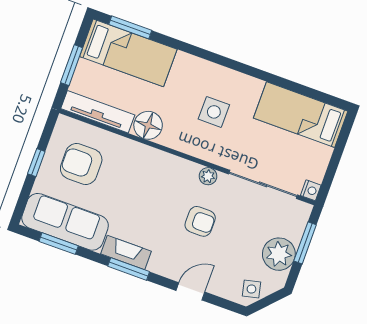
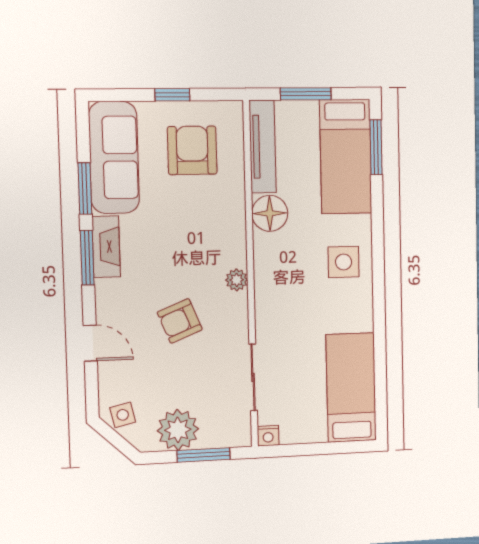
side table: (214, 112) -> (344, 262), moved
plant: (208, 176) -> (237, 280), moved
sliding door: (263, 184) -> (253, 377), width x0.73
armchair: (200, 221) -> (180, 321), turned 68
window: (59, 244) -> (85, 188), moved

